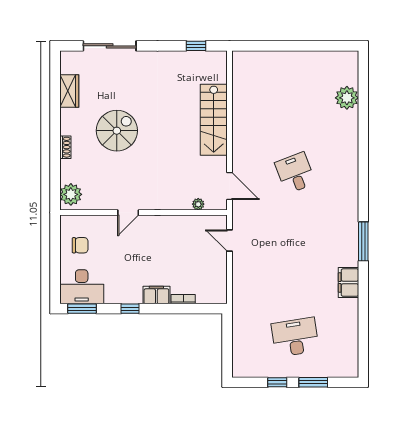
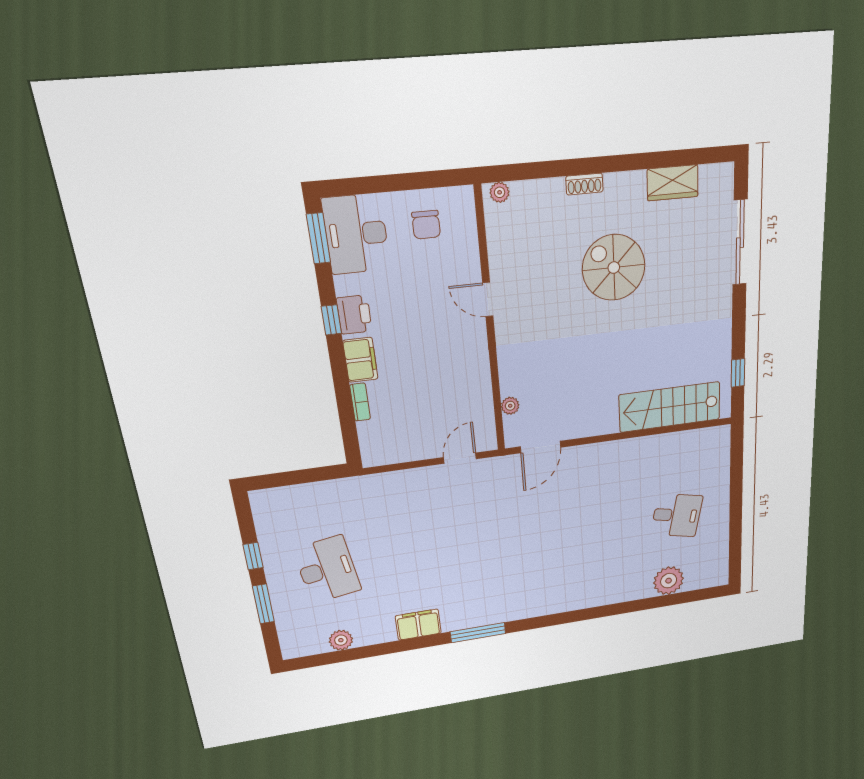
stairs: (214, 120) -> (670, 407), moved
spiral stairs: (117, 131) -> (614, 268), turned 180
desk: (295, 173) -> (677, 515), moved, turned 33
plant: (71, 194) -> (500, 192), width x0.53, depth x0.53
printer: (128, 295) -> (354, 315), added
plant: (351, 337) -> (341, 640), added

